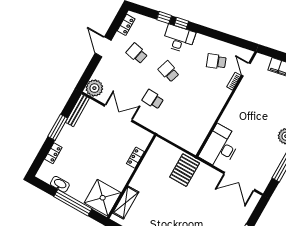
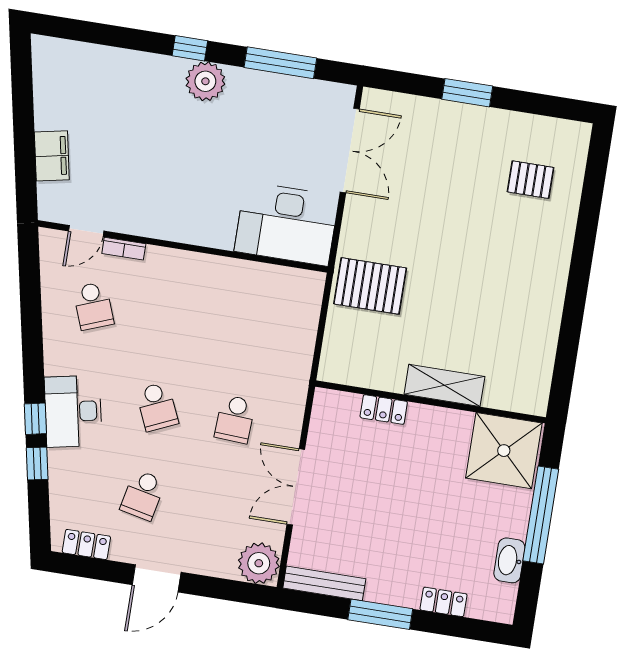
school desk: (169, 71) -> (157, 407), turned -42
shelving: (126, 203) -> (444, 385), moved

